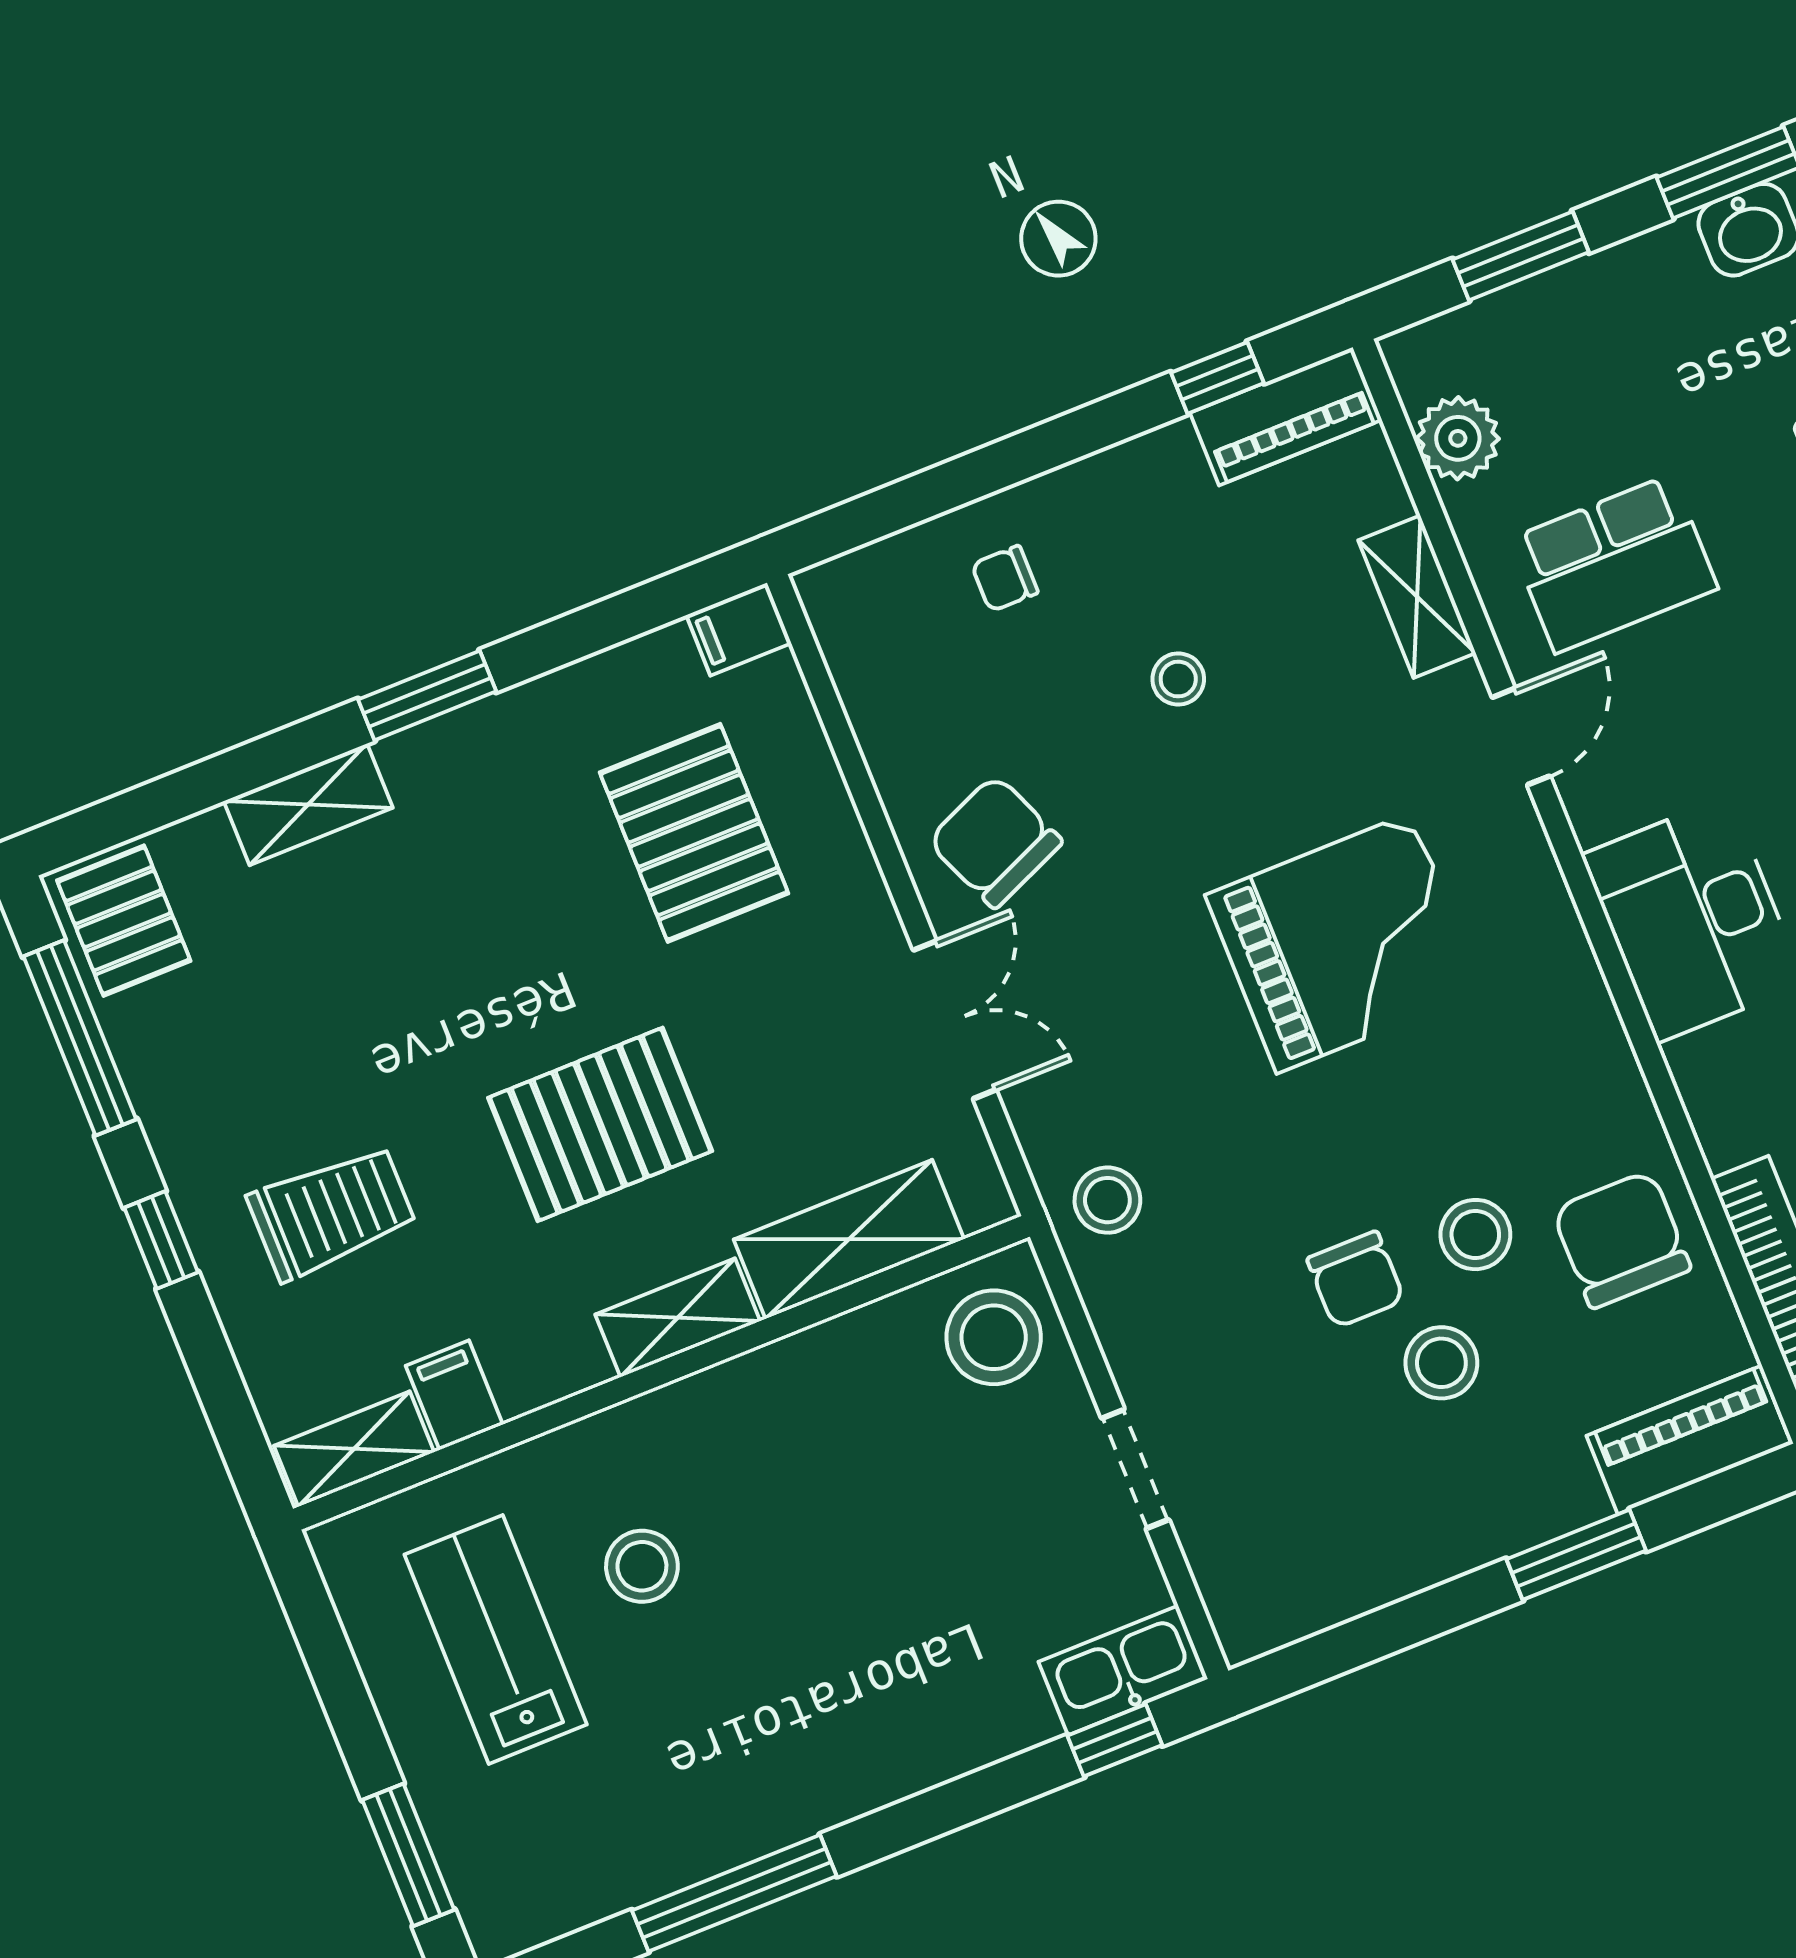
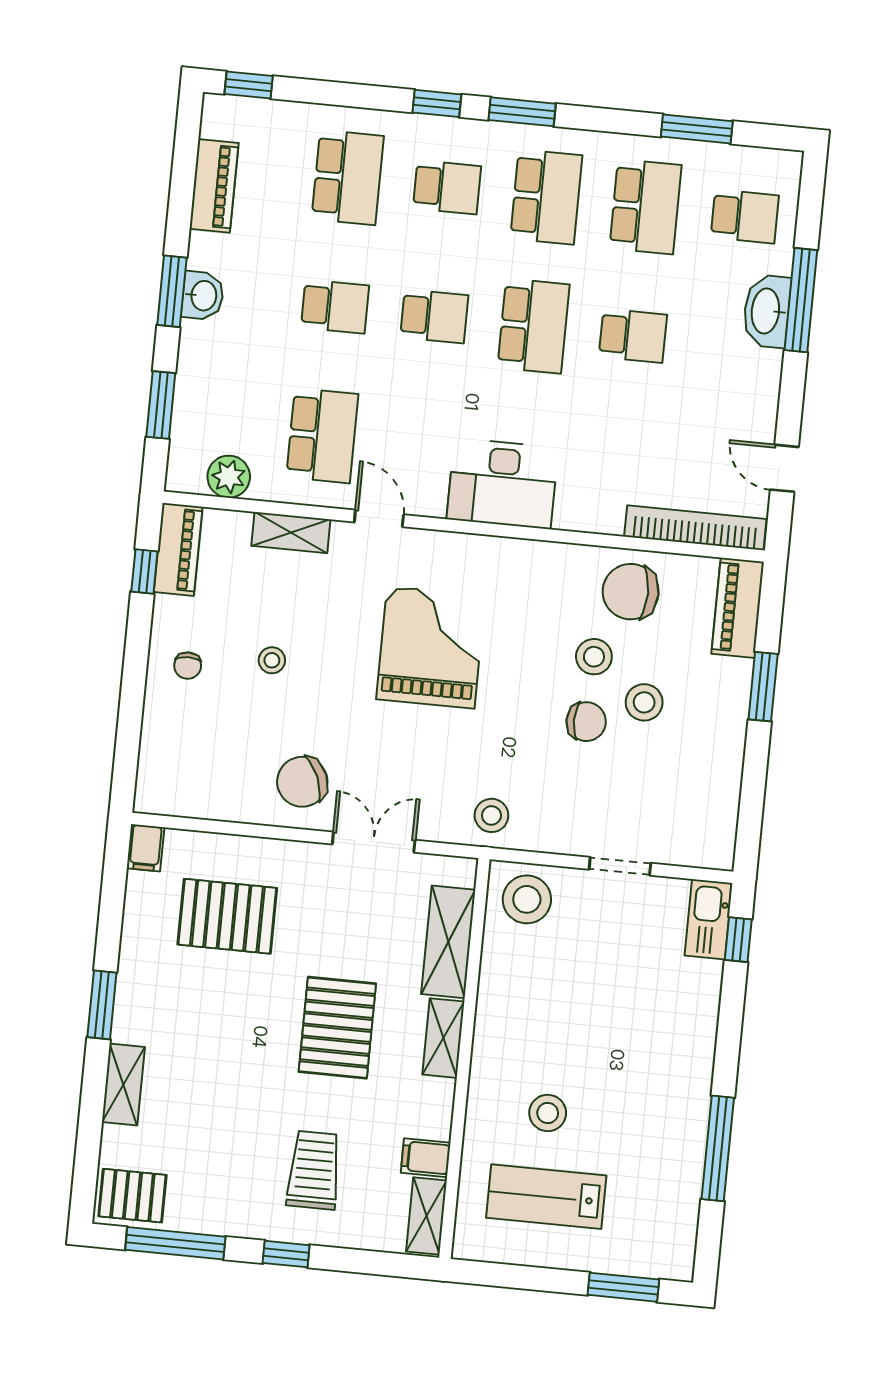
chair: (1005, 579) -> (188, 666), moved

